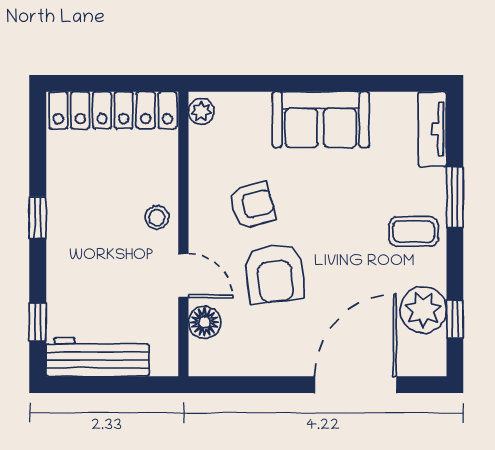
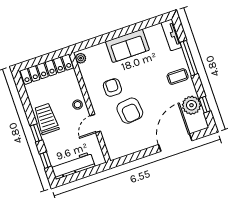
window: (455, 197) -> (189, 58), width x1.44
armchair: (252, 205) -> (112, 87), turned -75
window: (38, 218) -> (36, 133), moved
trolley: (72, 226) -> (46, 119), added
door: (183, 276) -> (95, 123), swing flipped
floor lamp: (205, 322) -> (109, 138), removed

